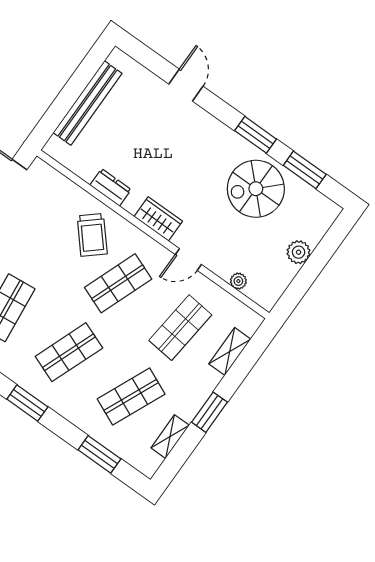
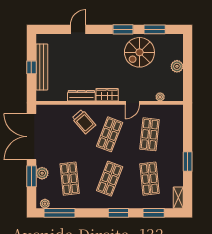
door: (186, 85) -> (78, 29), hinge flipped
window: (71, 92) -> (31, 67), added
dresser: (111, 187) -> (81, 96), width x1.44
shelving: (230, 351) -> (178, 129), removed
shop shelf: (131, 396) -> (149, 179), turned -30
window: (27, 403) -> (118, 213), moved
shelving: (170, 437) -> (178, 198), moved

